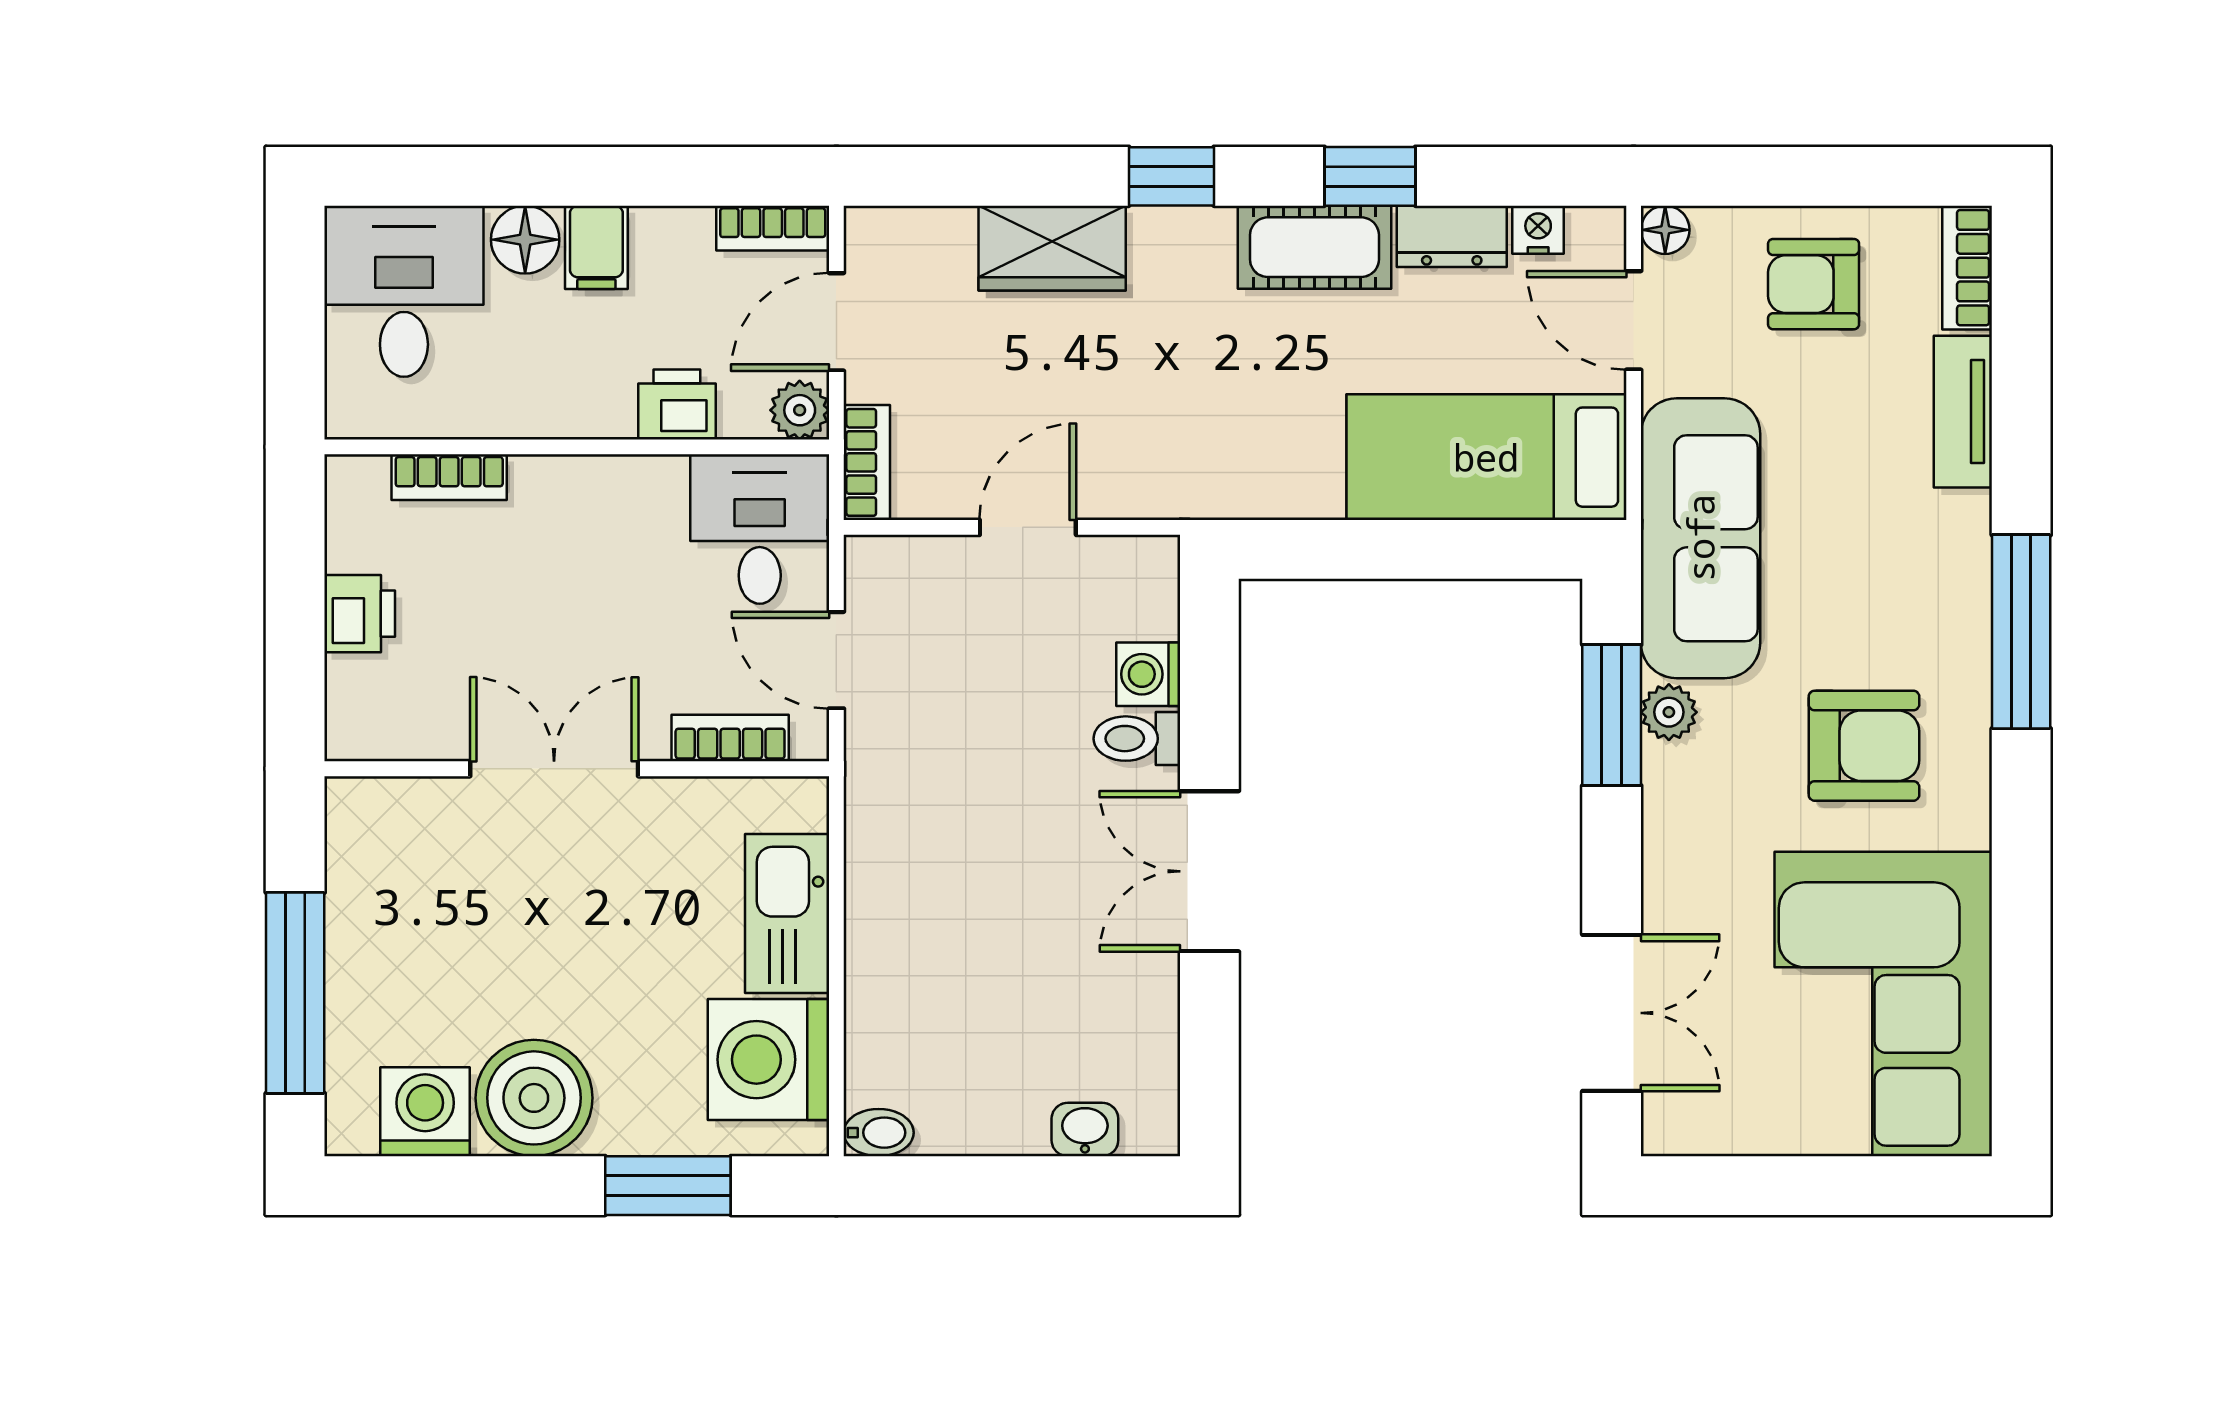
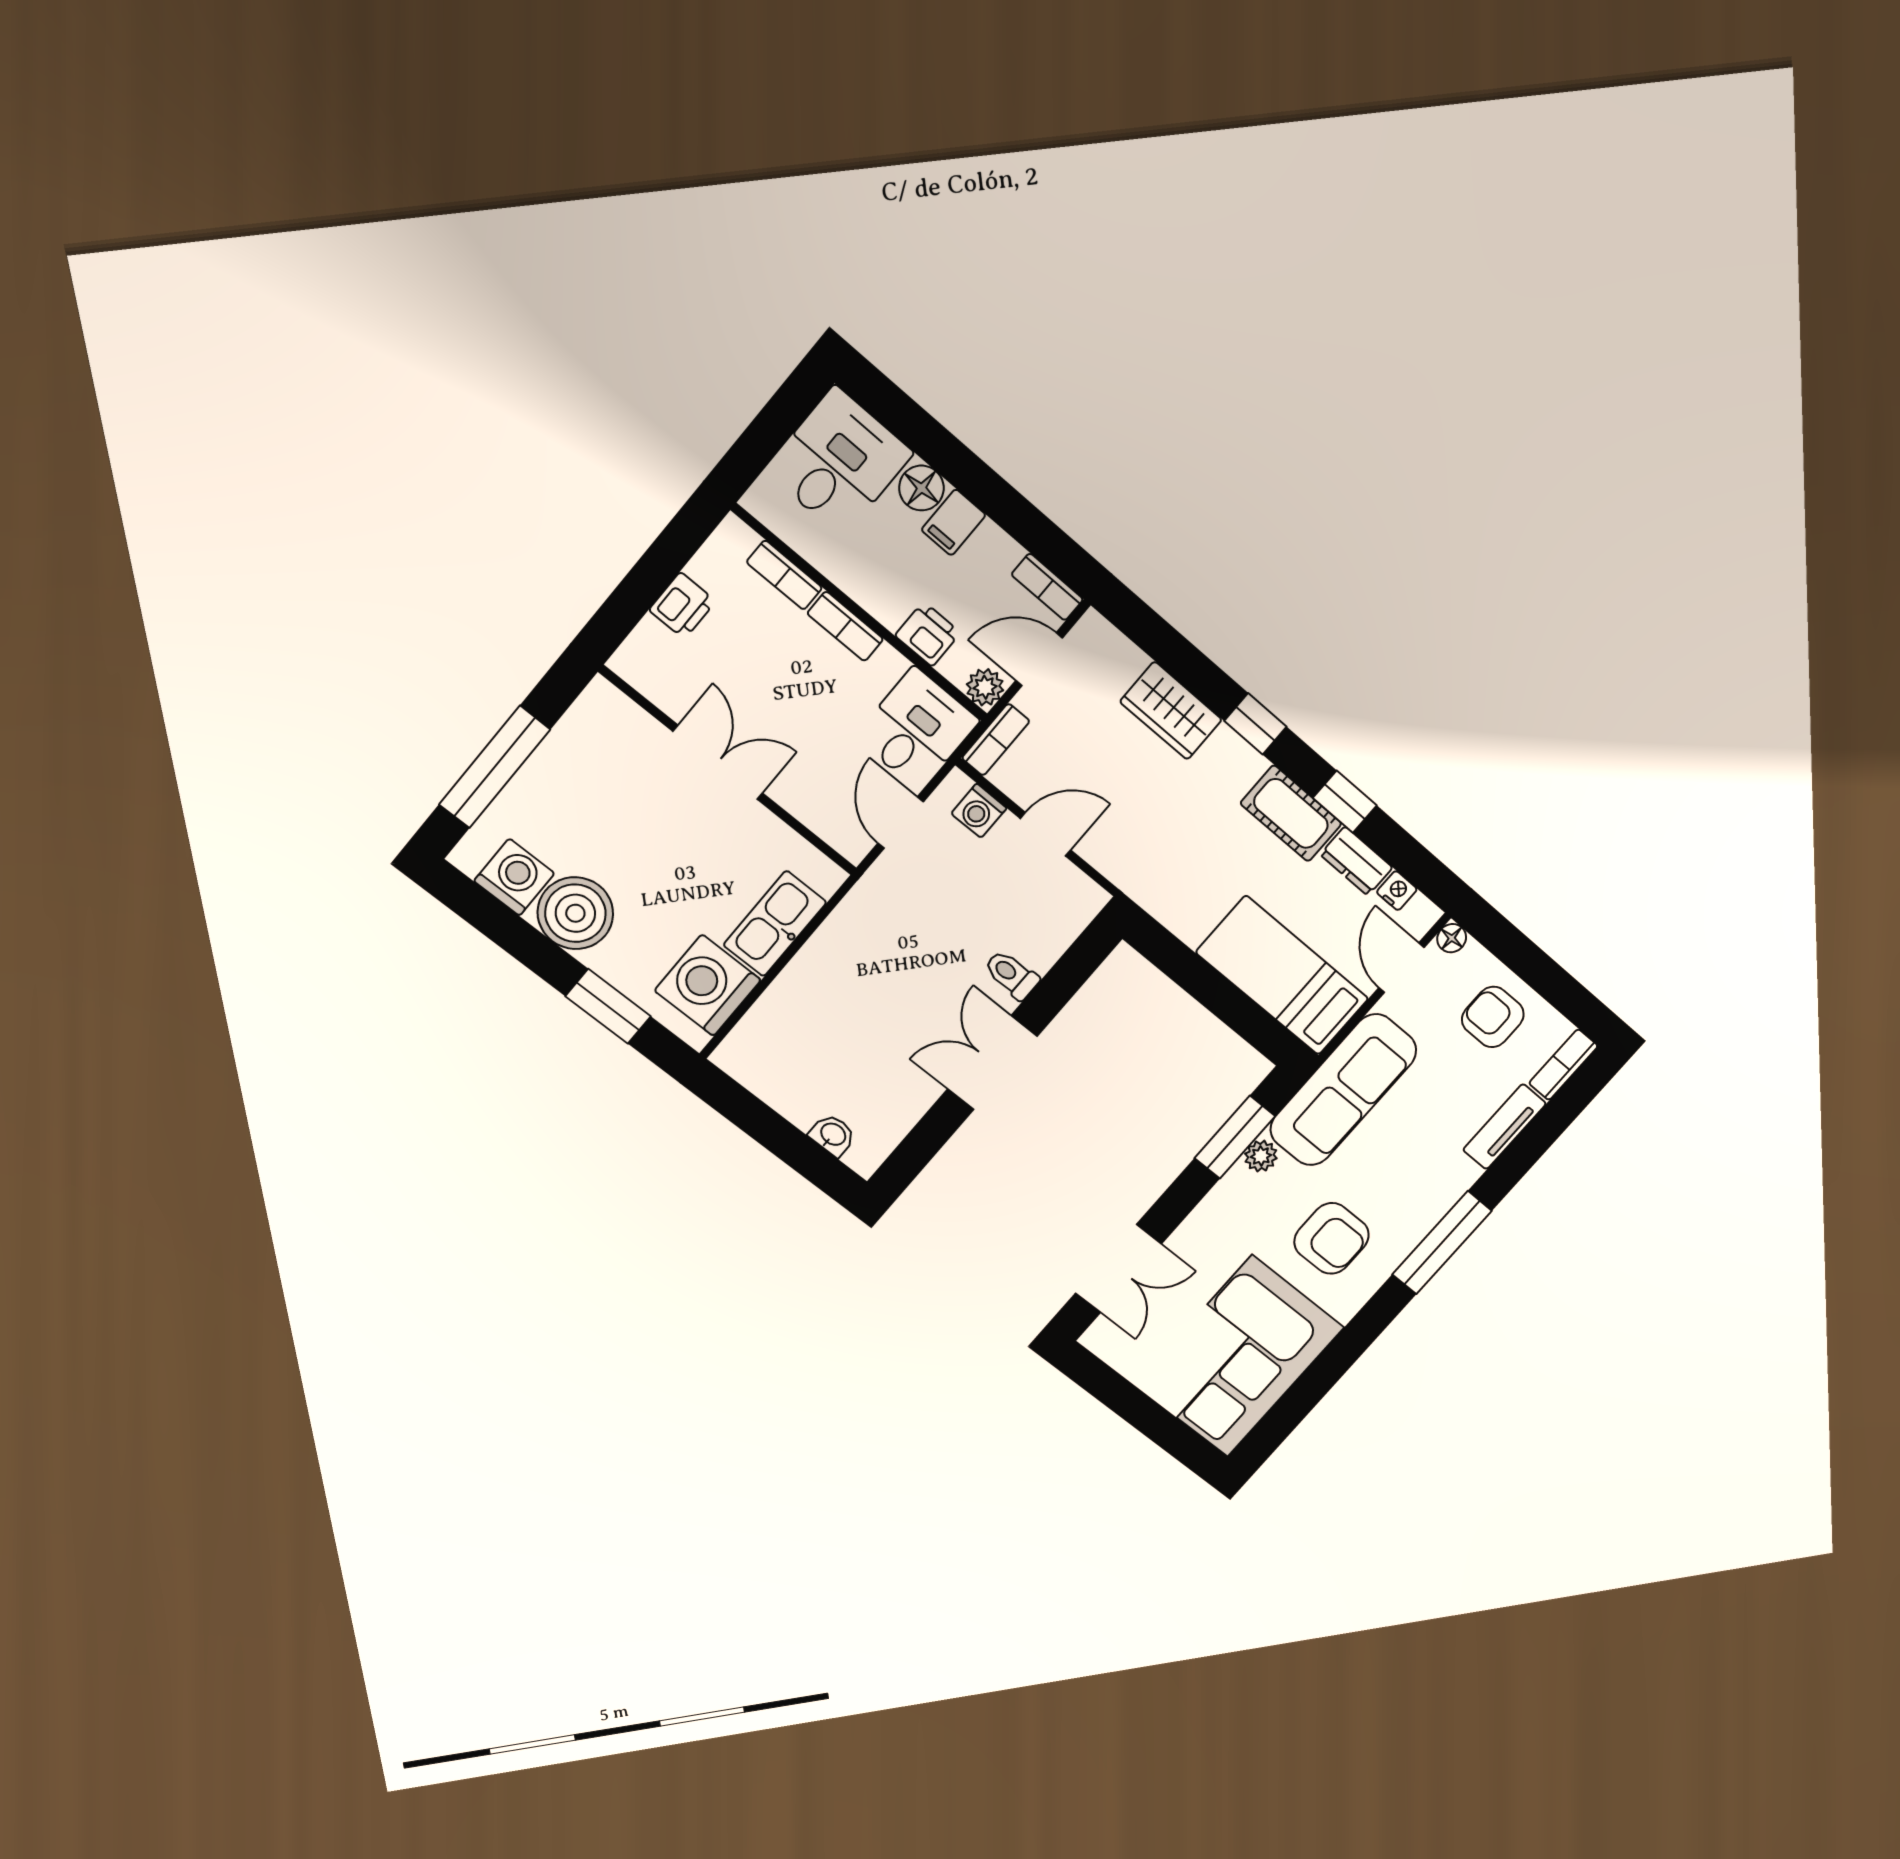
washing machine: (1148, 674) -> (979, 811), moved, turned -90
bookcase: (730, 738) -> (845, 626), moved, turned 180
bidet: (879, 1133) -> (733, 1061), removed

